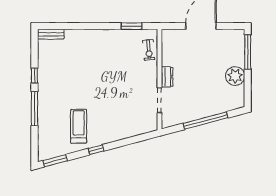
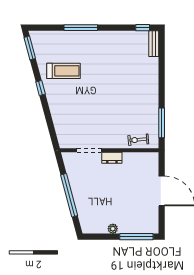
window: (132, 26) -> (162, 123), width x1.44
window: (34, 75) -> (143, 28), moved
plant: (235, 76) -> (113, 229), width x0.53, depth x0.53

